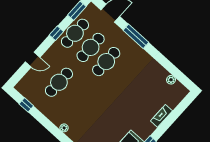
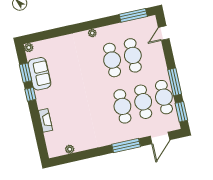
window: (56, 33) -> (175, 82), width x2.17
door: (33, 60) -> (164, 33), moved
cafe table: (75, 96) -> (112, 60), added
window: (26, 105) -> (133, 15), width x2.17

